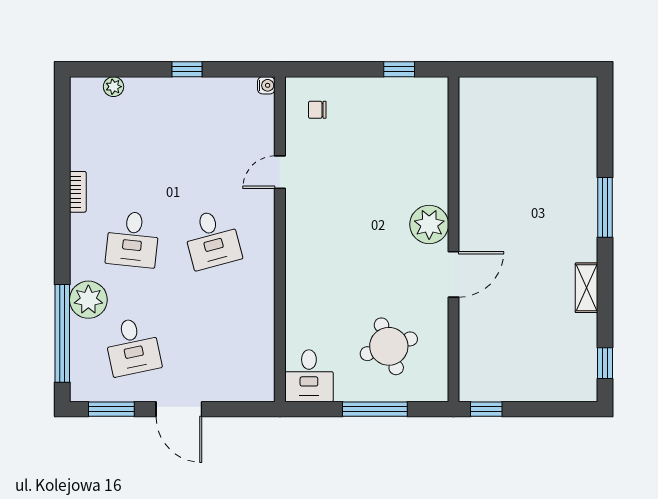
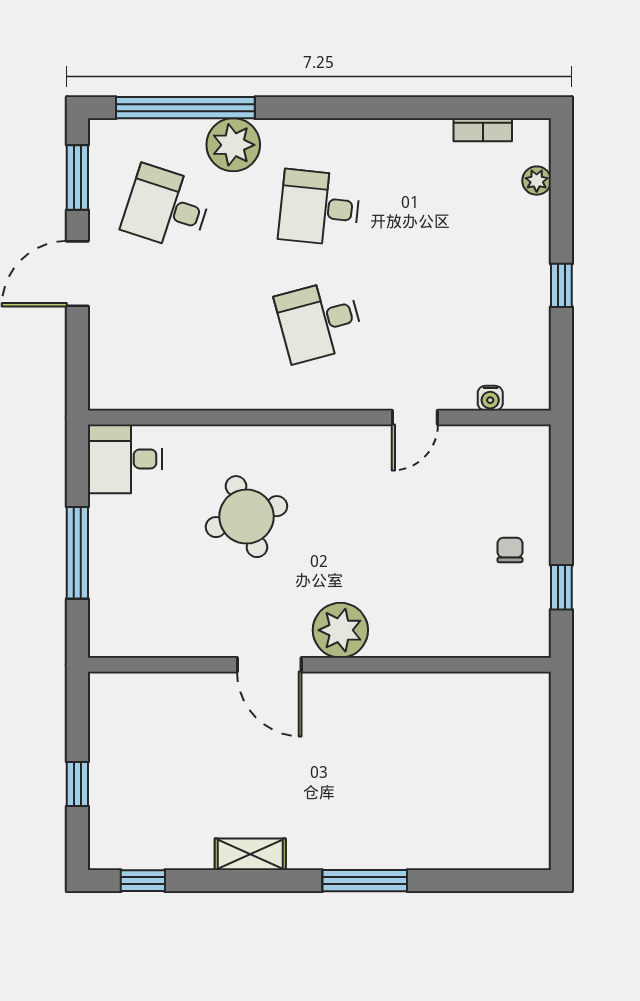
water cooler: (266, 85) -> (490, 398), moved
chair: (317, 110) -> (510, 550), moved
door: (280, 172) -> (415, 418), swing flipped
bookcase: (78, 192) -> (483, 130), moved
desk: (133, 346) -> (167, 208), turned 30
round table: (389, 346) -> (246, 517), moved
window: (486, 409) -> (77, 784), moved

